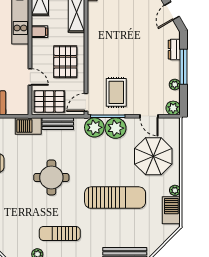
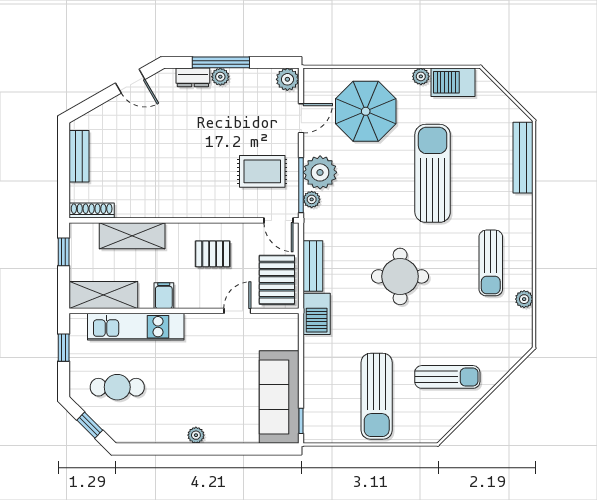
pallet: (65, 62) -> (213, 254), width x0.67, depth x0.71
plant: (175, 84) -> (220, 77), moved
plant: (94, 127) -> (312, 199), width x0.53, depth x0.53

